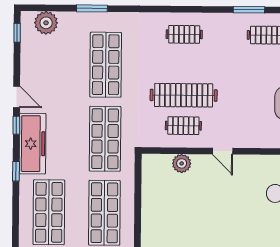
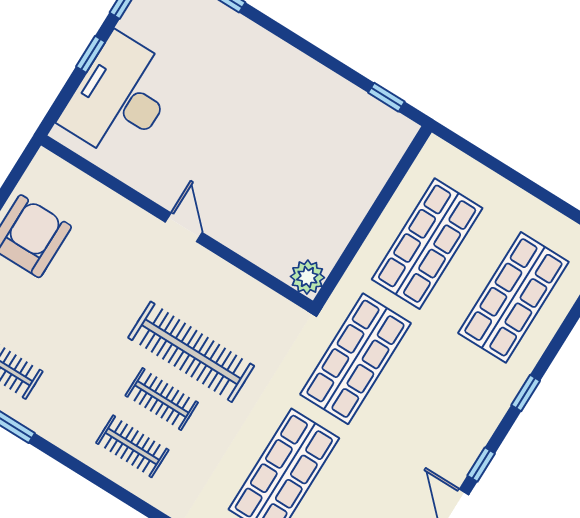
clothes rail: (183, 126) -> (162, 399), moved
freezer: (32, 144) -> (473, 420), removed
plant: (182, 163) -> (307, 277), moved

